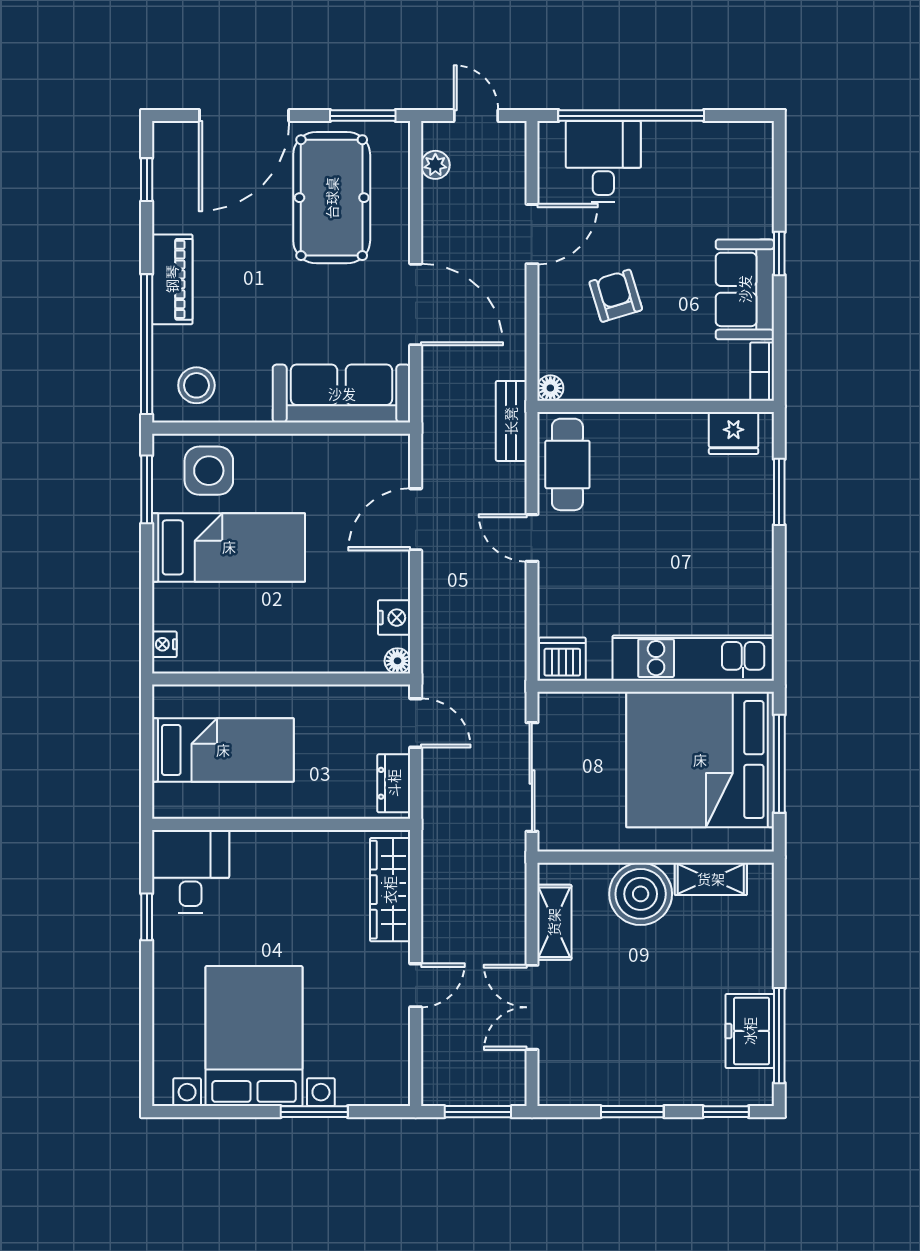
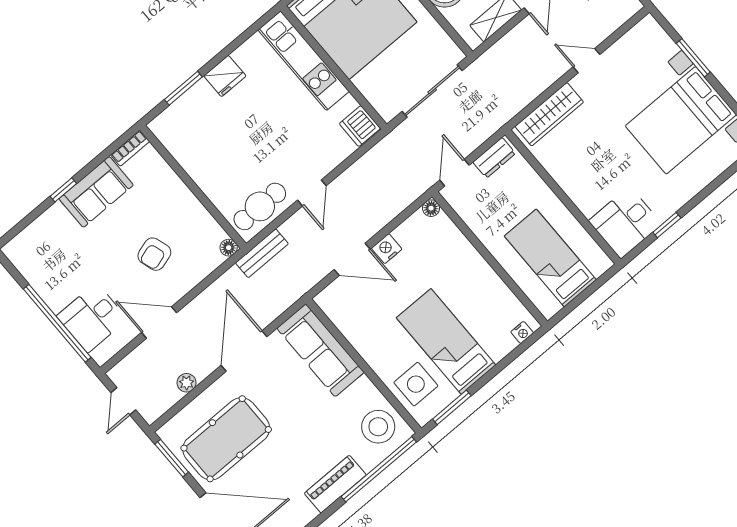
plant: (435, 165) -> (187, 383), moved
stool: (196, 385) -> (378, 427), width x1.38, depth x1.38
fridge: (734, 433) -> (225, 76), moved, turned 90
nightstand: (394, 618) -> (387, 249), moved

